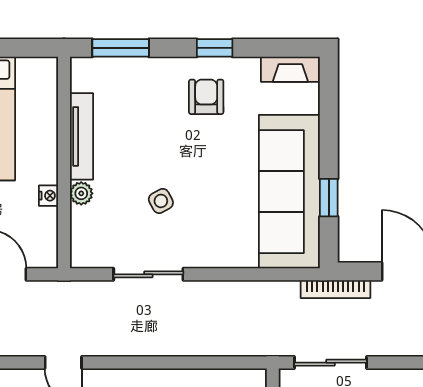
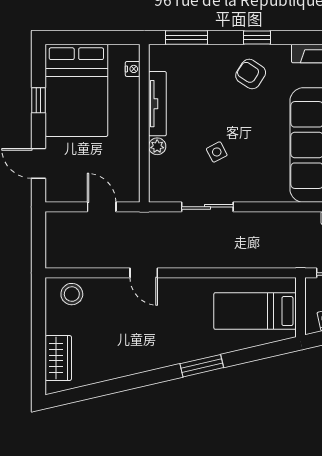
armchair: (206, 97) -> (251, 74), turned -57
nightstand: (48, 196) -> (133, 69), moved

